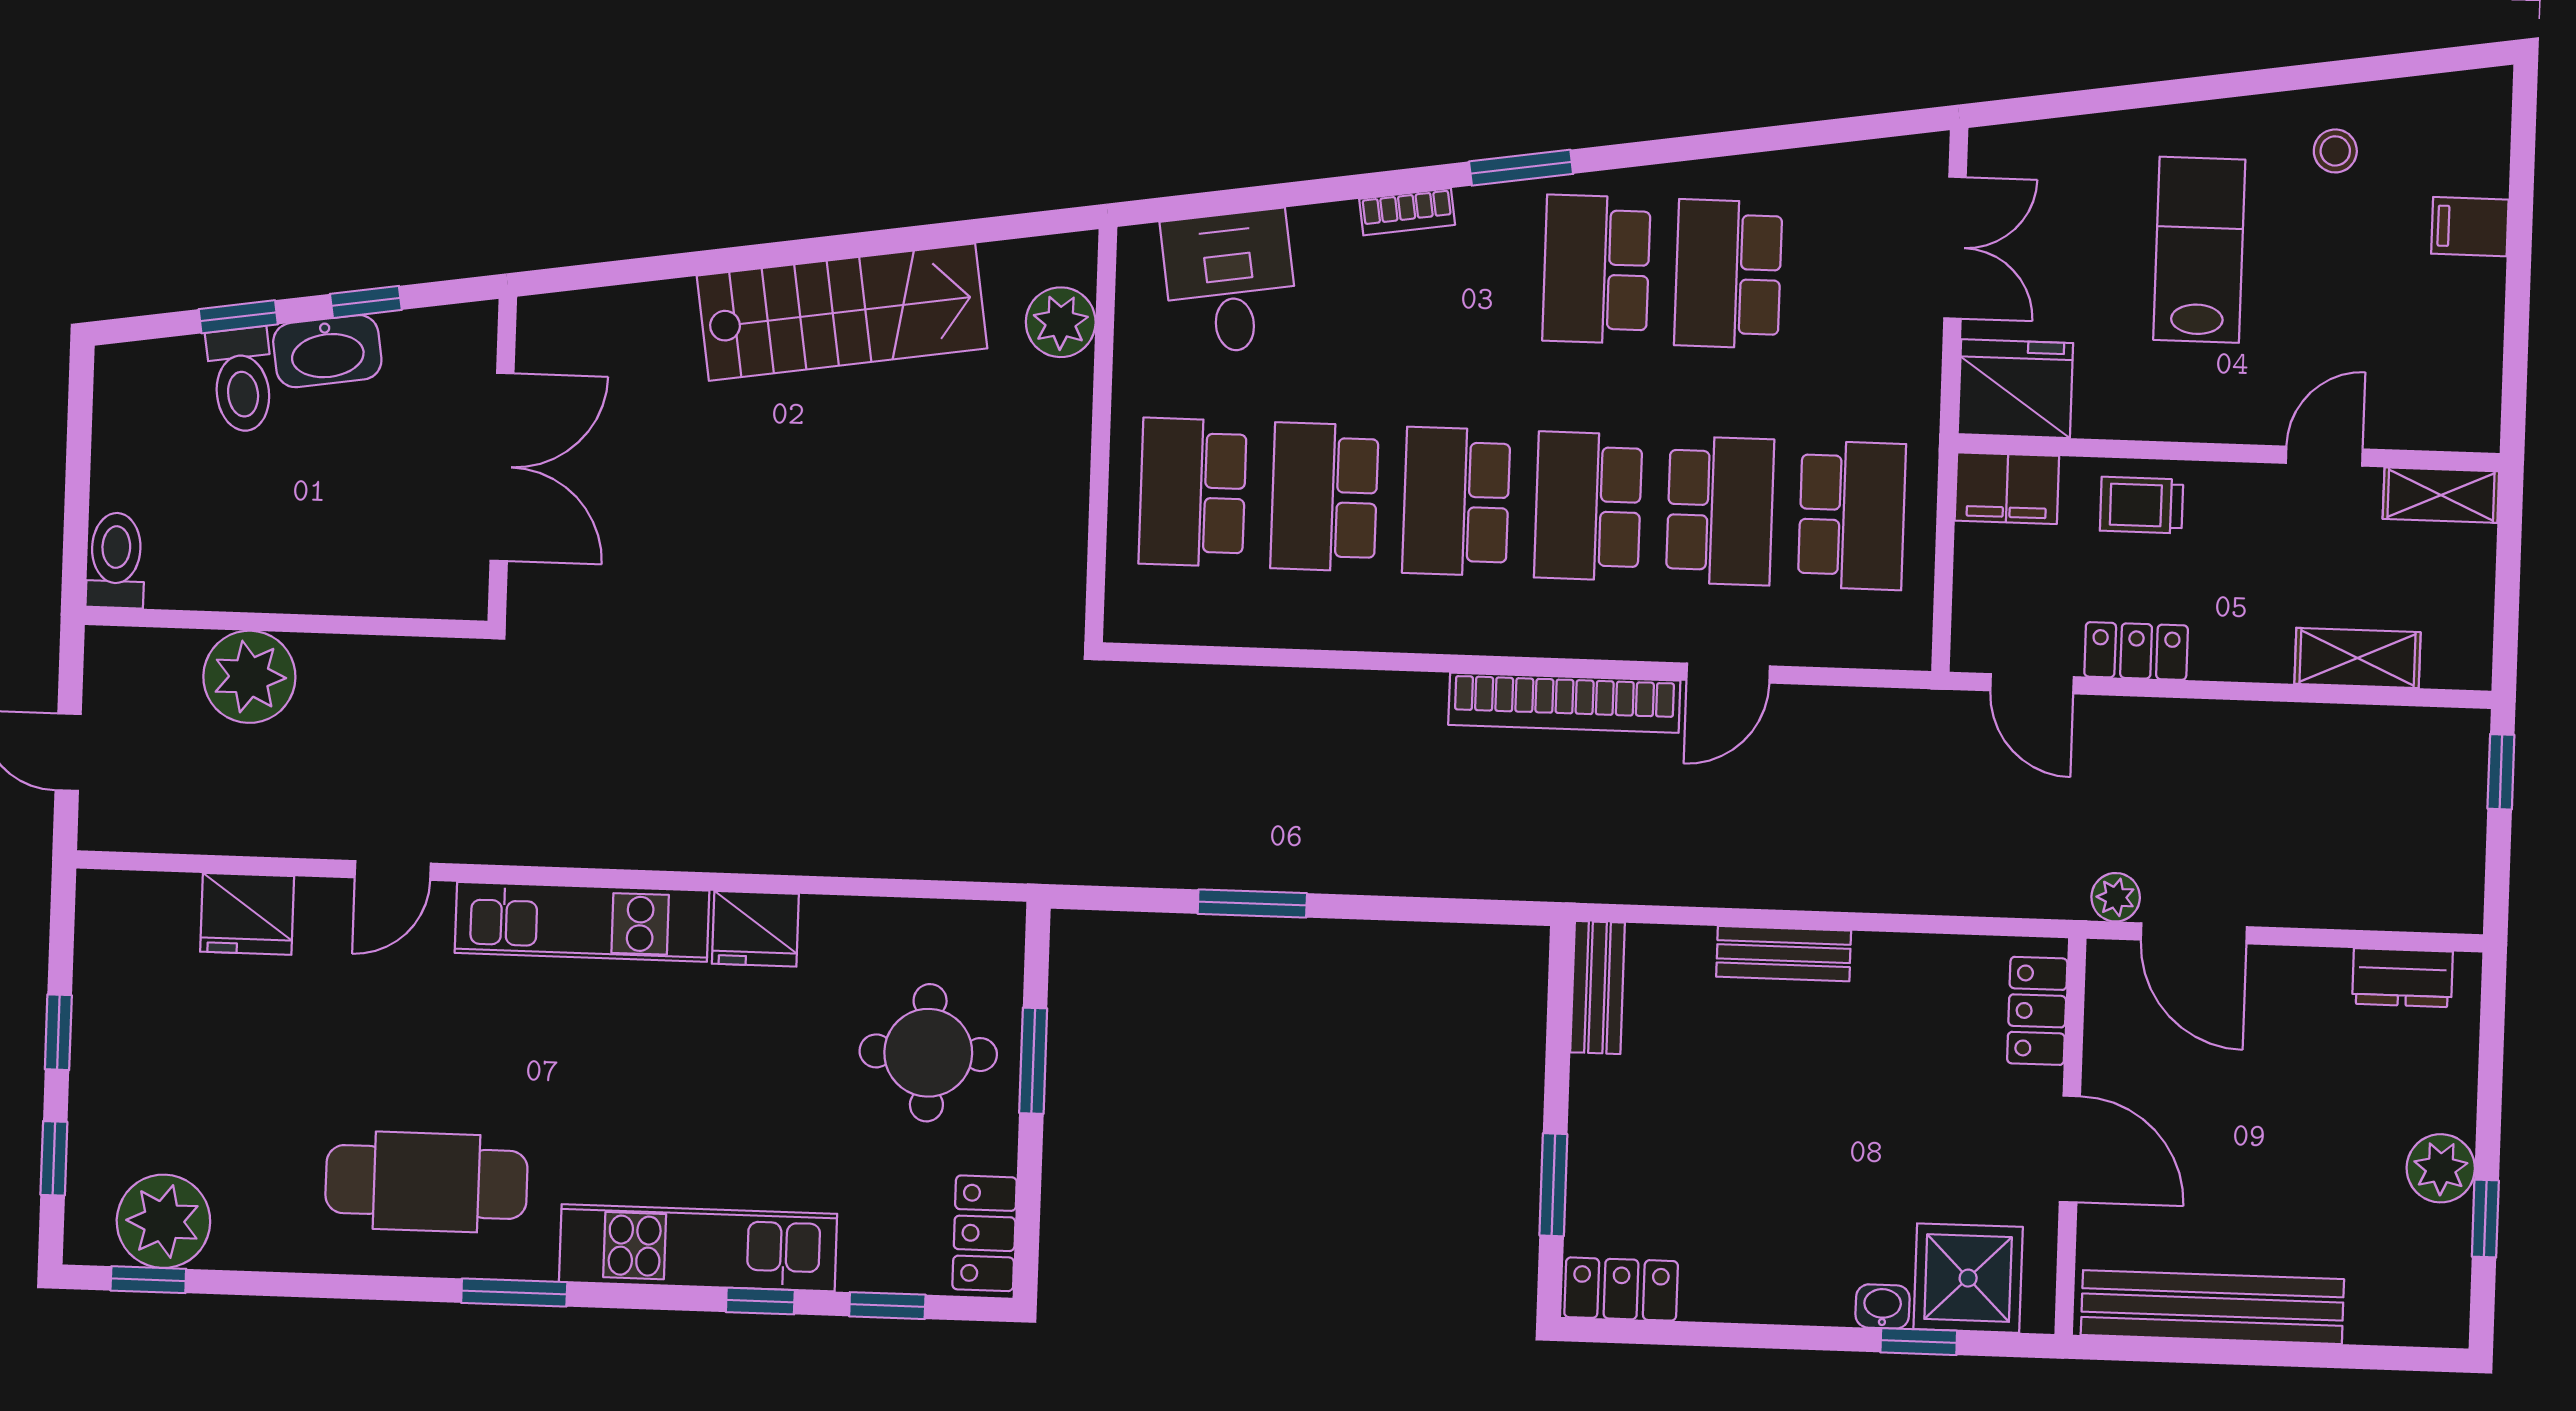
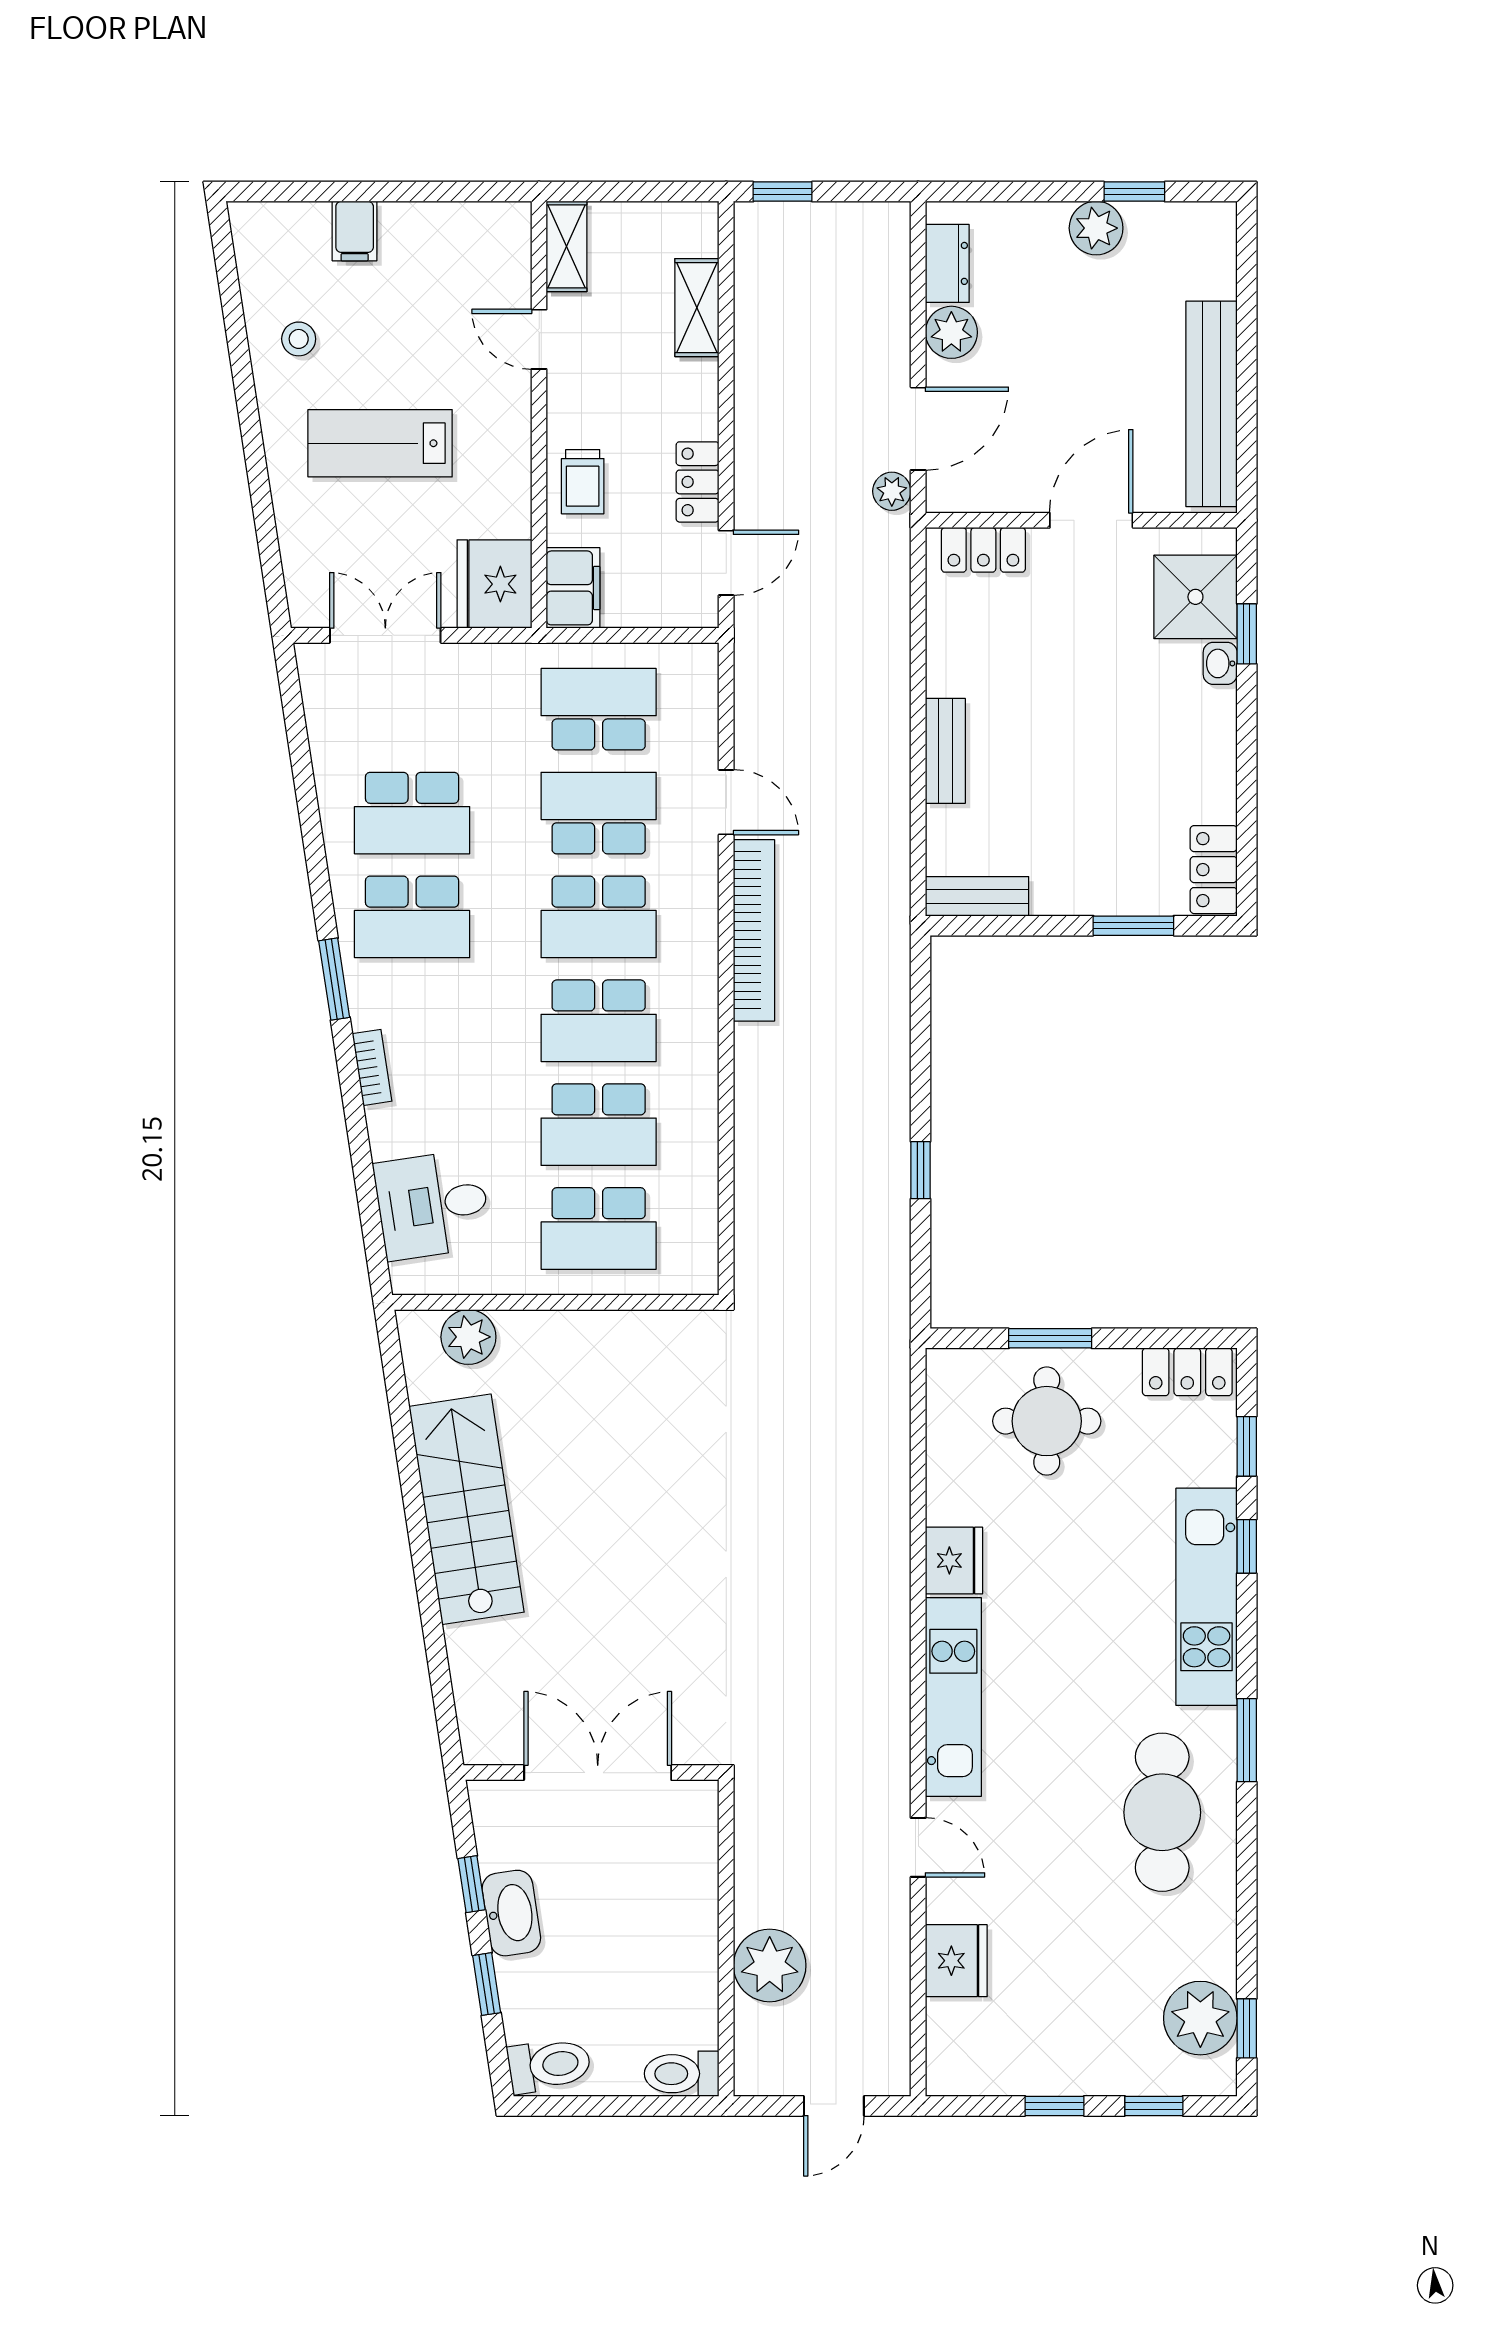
toilet: (241, 380) -> (549, 2065), moved
window: (1252, 904) -> (920, 1170), width x0.67
plant: (2315, 980) -> (951, 332), added

